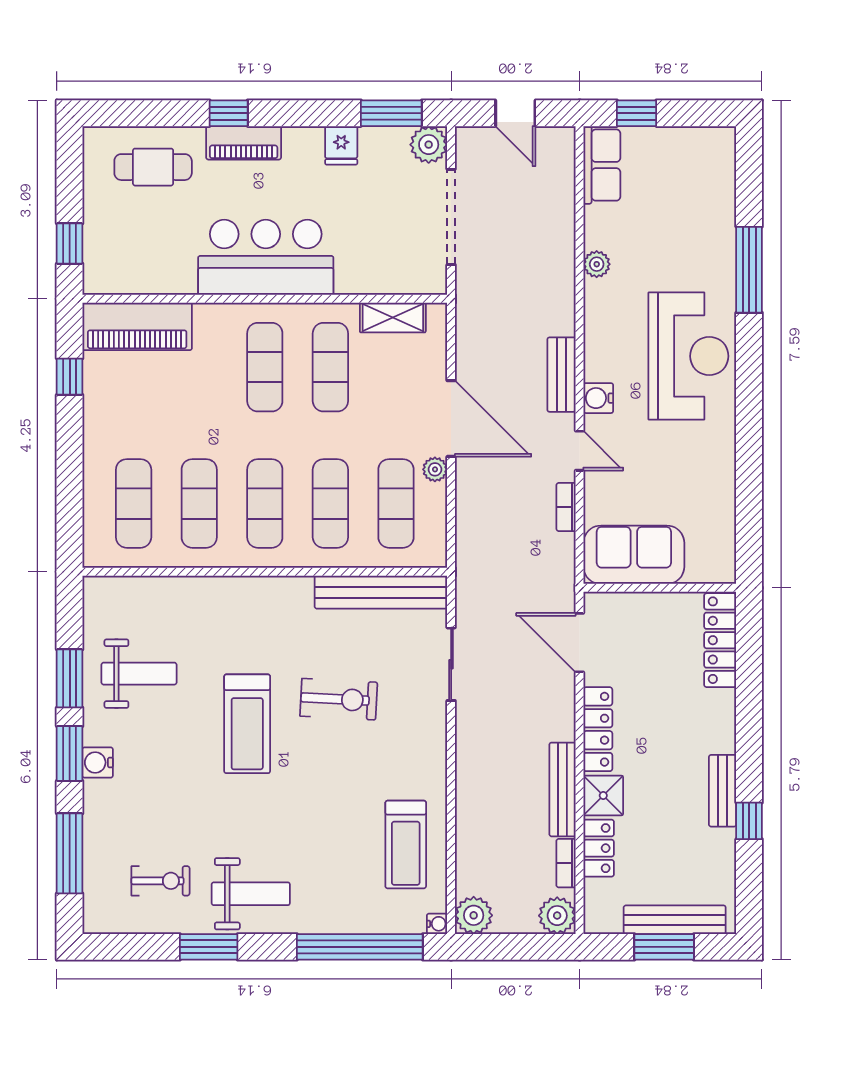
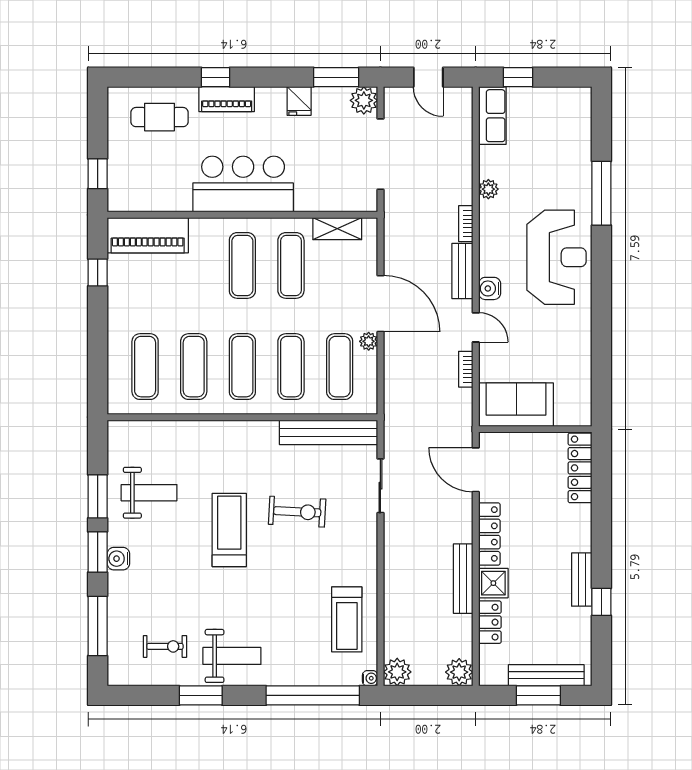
treadmill: (247, 724) -> (229, 530), turned 180
bookcase: (566, 863) -> (466, 224), moved

